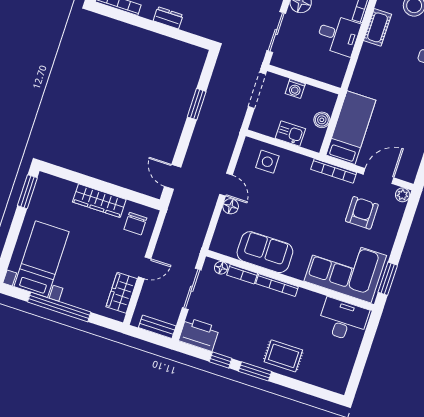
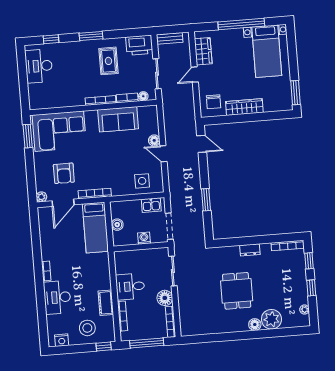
kitchen sink: (290, 134) -> (151, 205), moved
chair: (135, 224) -> (214, 102), turned 180
desk: (343, 320) -> (39, 66), moved, turned 90
rug: (283, 356) -> (108, 61), moved, turned 90
window: (221, 360) -> (51, 39), moved

